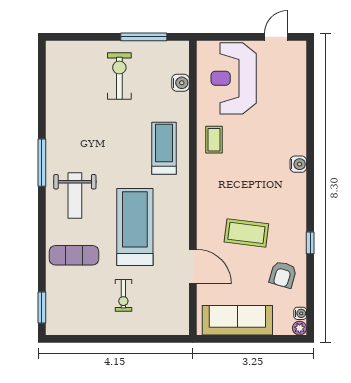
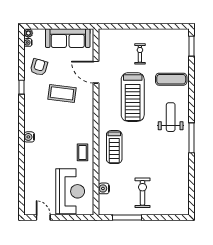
door: (276, 37) -> (43, 218), swing flipped
exercise bike: (119, 76) -> (142, 193), turned 180

